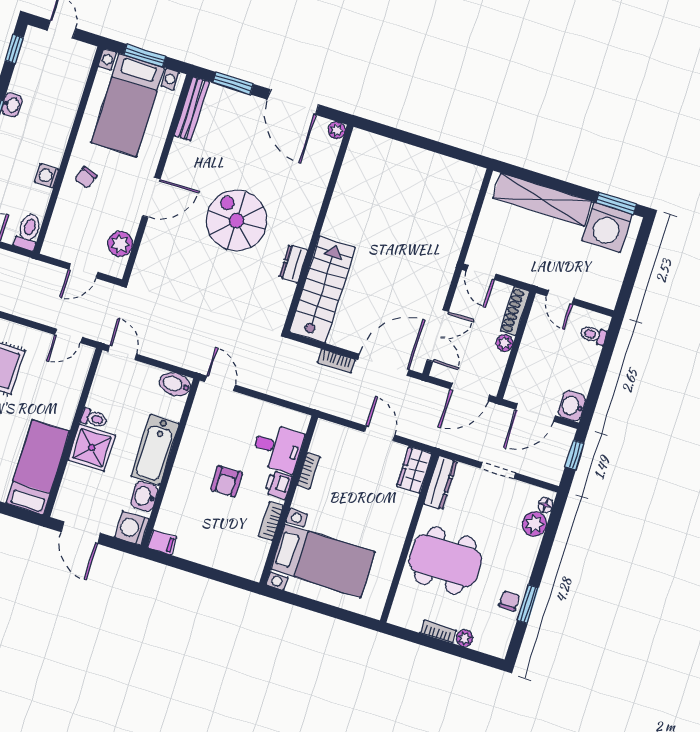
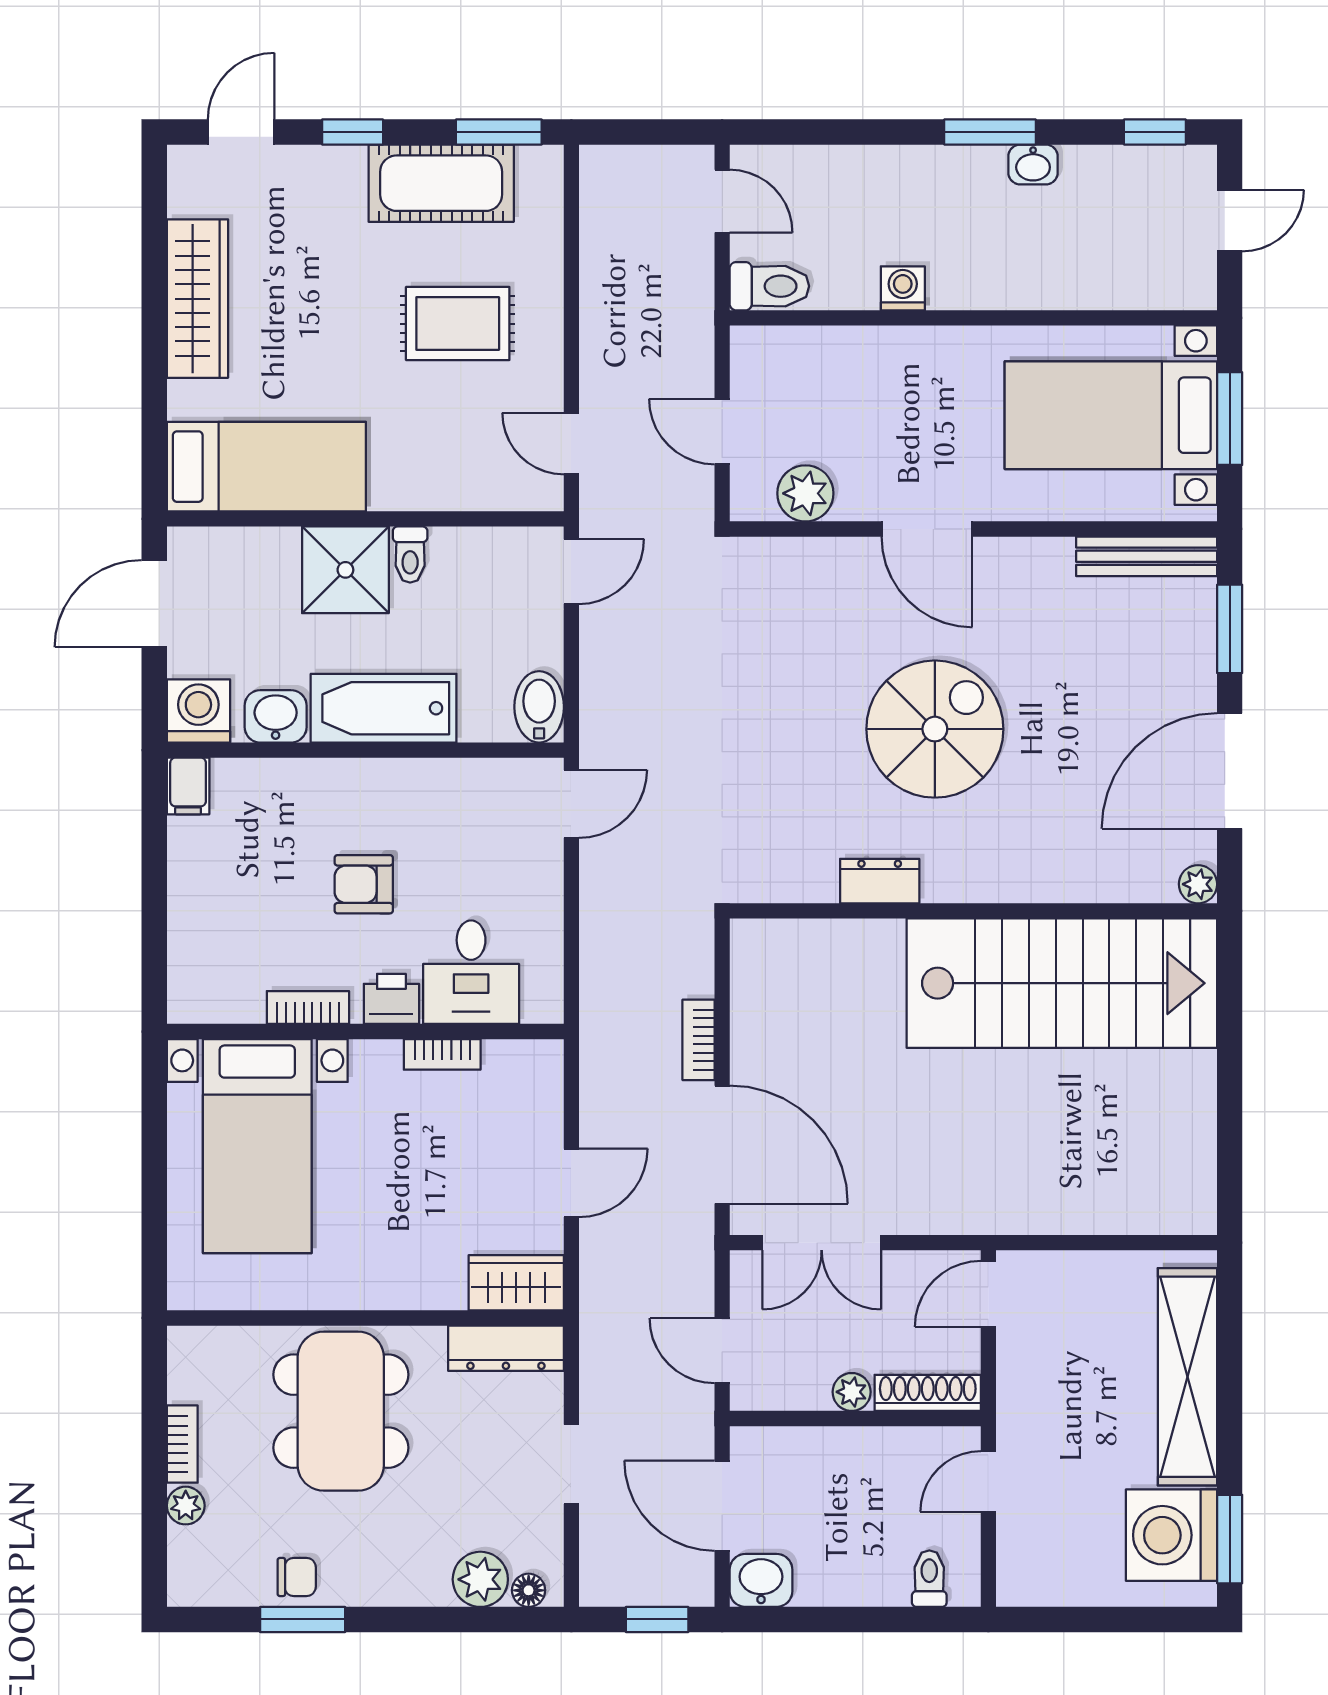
chair: (86, 177) -> (926, 374), removed
stairs: (322, 290) -> (1062, 983), moved, width x1.36, depth x1.51
door: (470, 392) -> (722, 1351), width x0.73

